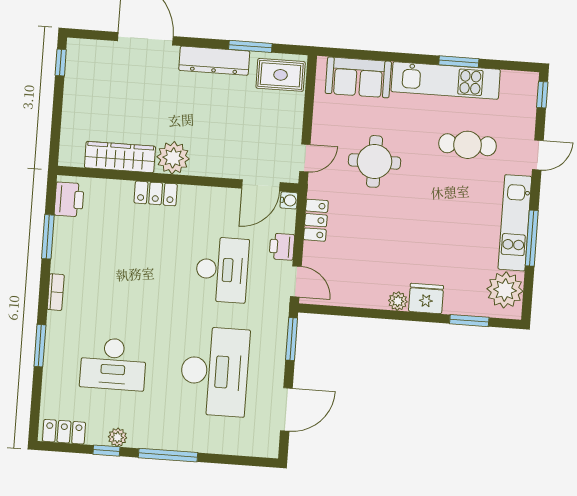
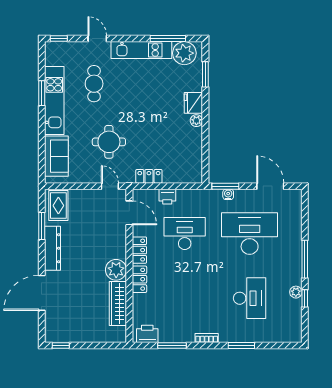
water cooler: (289, 200) -> (228, 194), moved
window: (532, 238) -> (168, 39), moved
door: (296, 281) -> (189, 186), removed
locker: (64, 432) -> (139, 250), moved, turned 180

